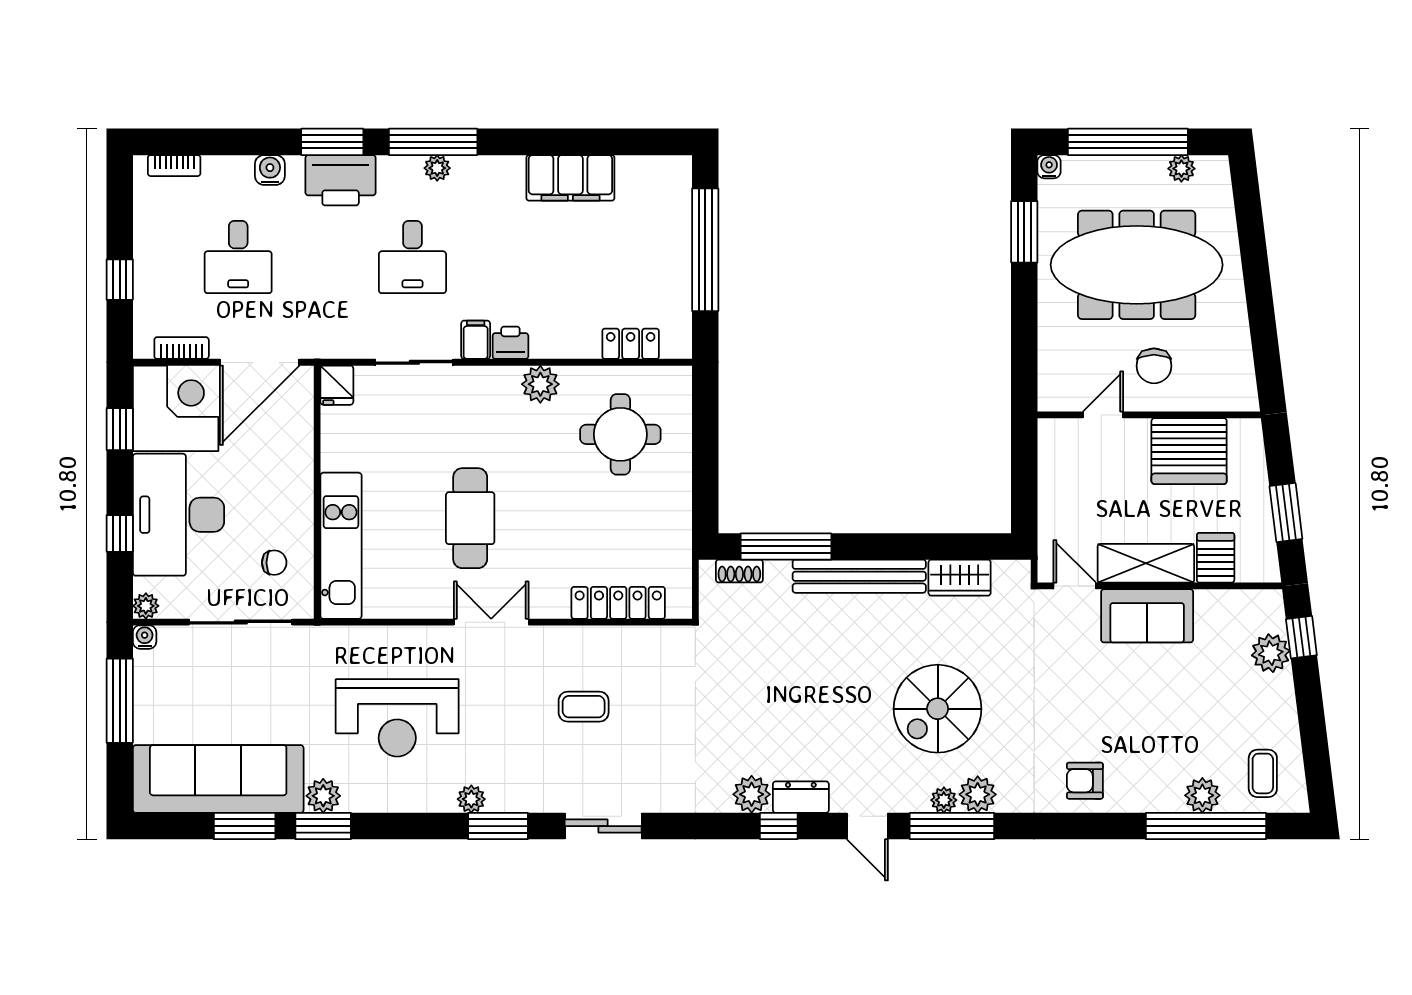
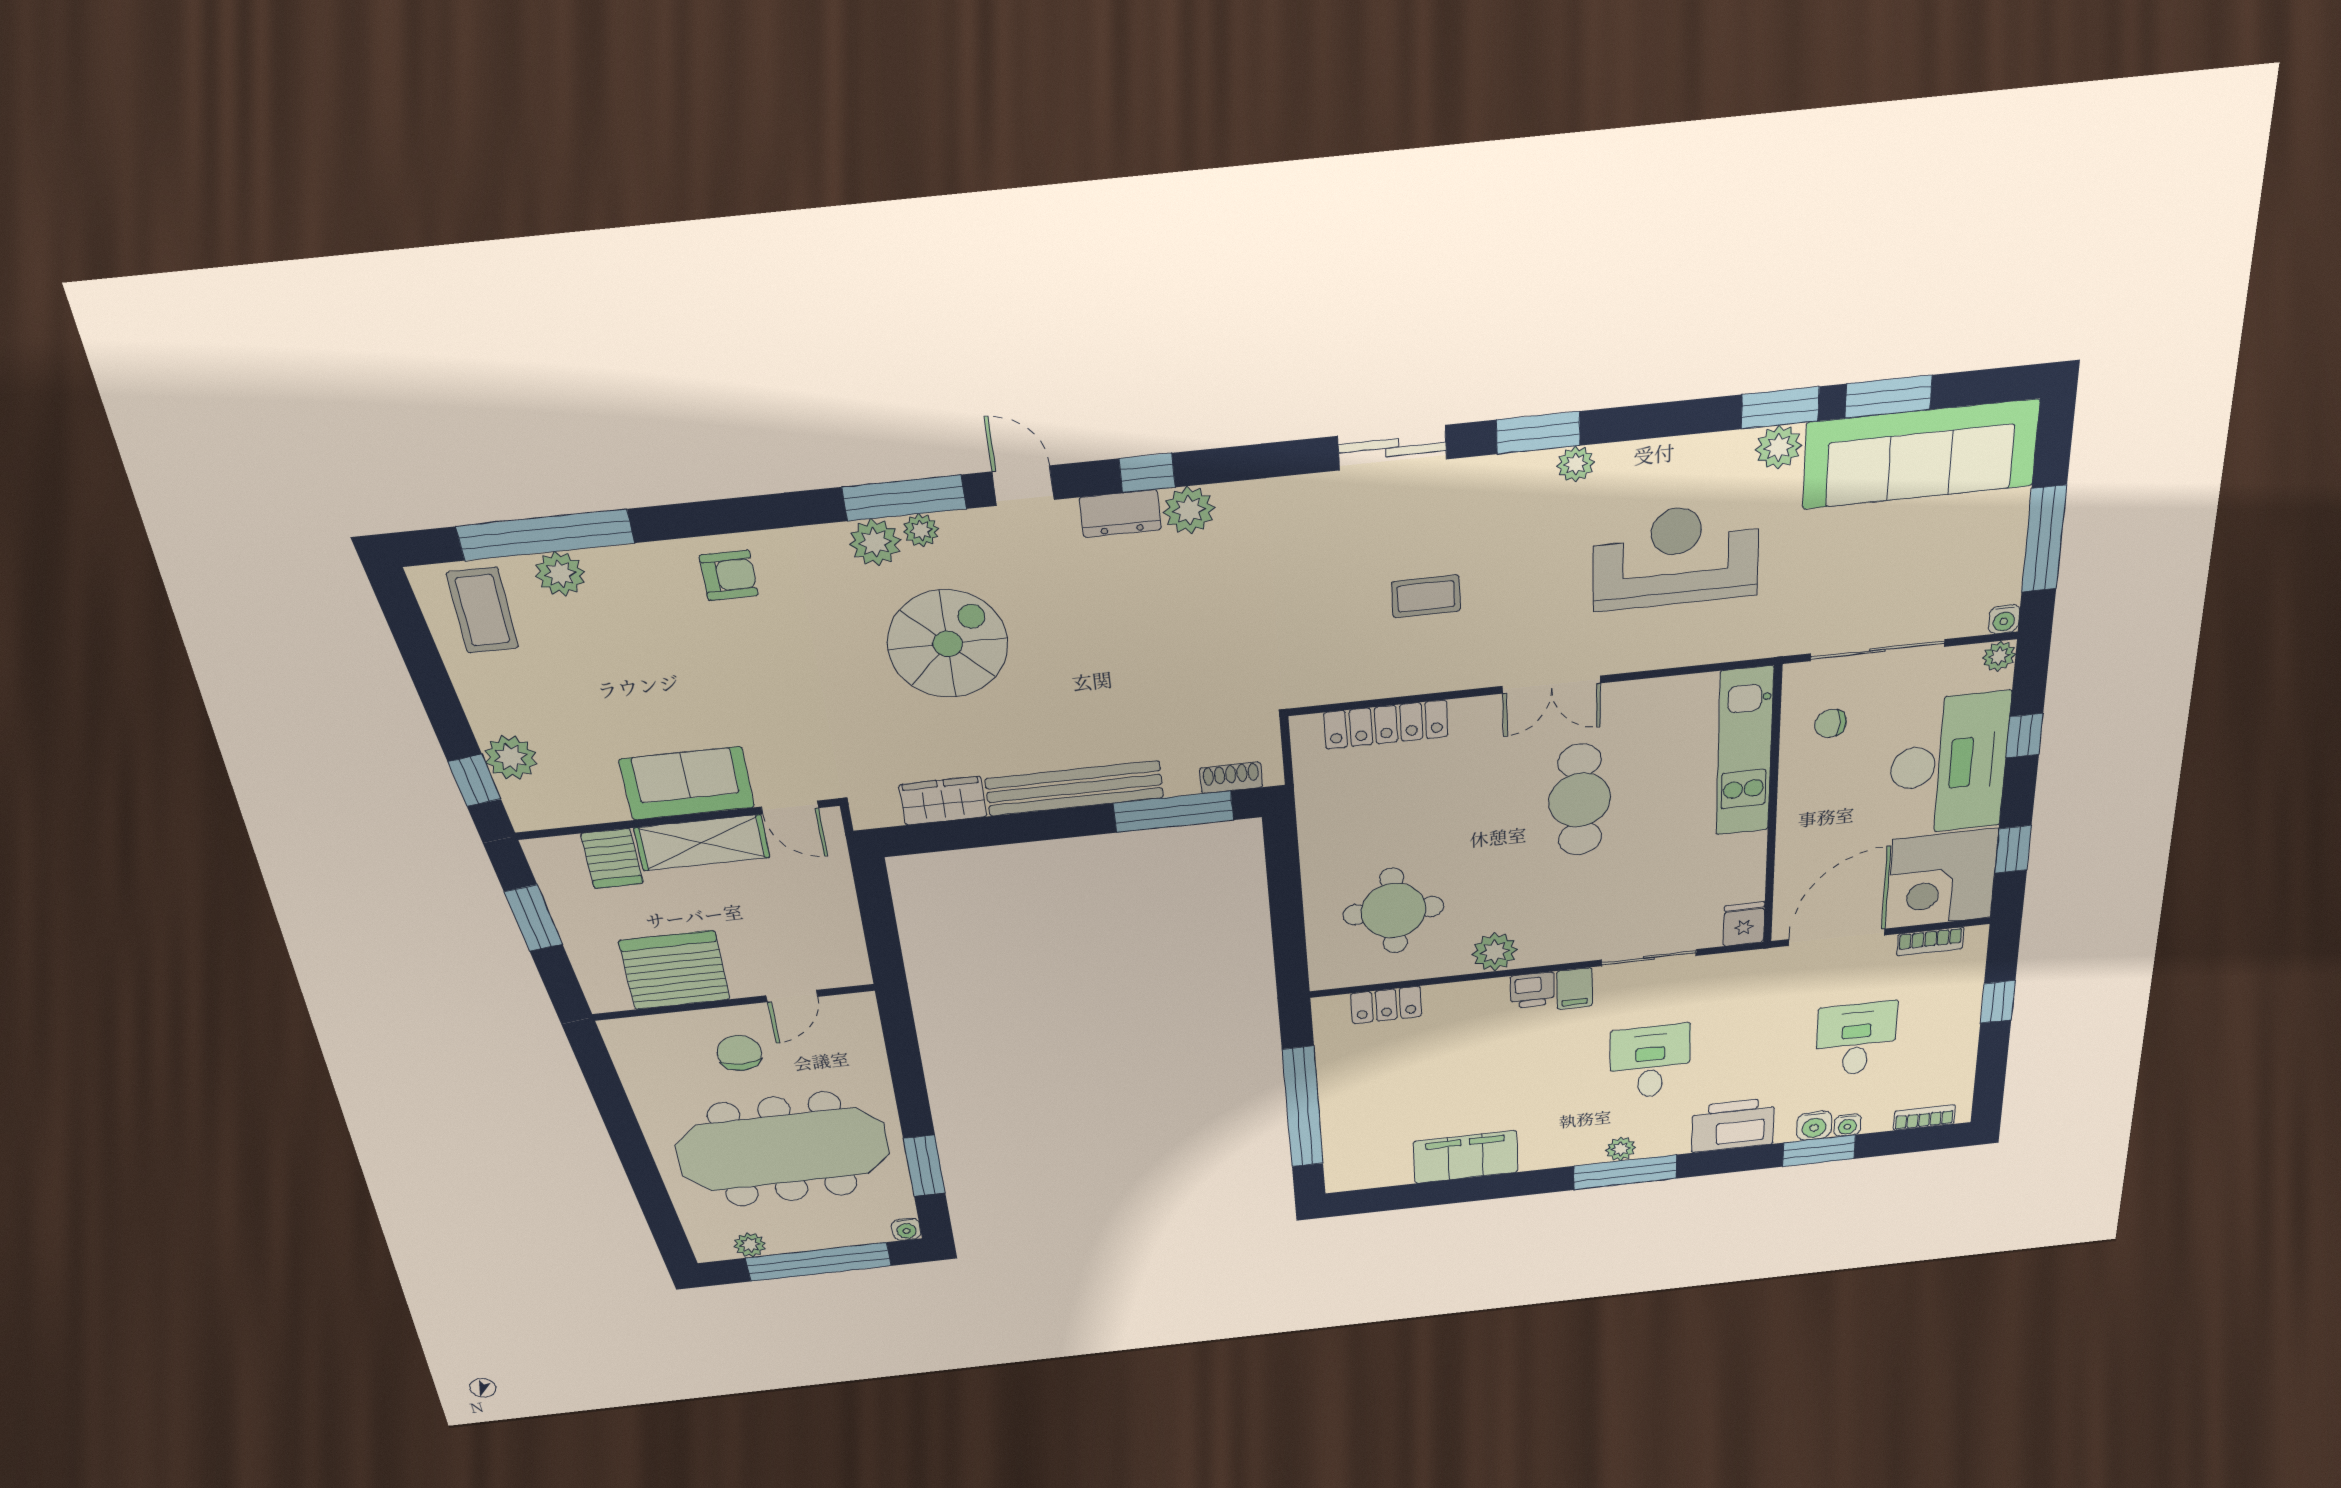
window: (332, 142) -> (1819, 1151), moved
water cooler: (241, 167) -> (1848, 1125), added
coffee table: (1263, 773) -> (483, 610), width x1.36, depth x1.30

